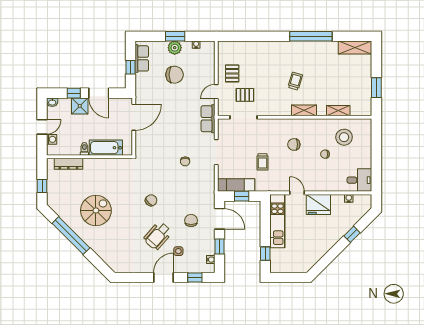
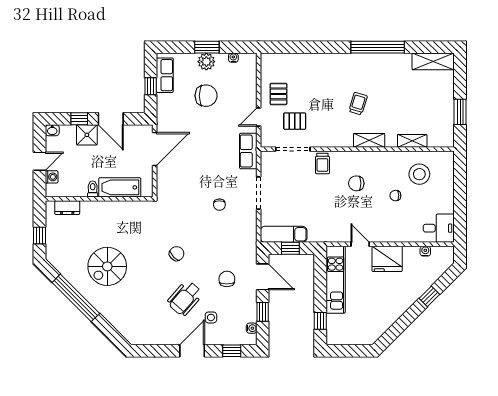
trolley: (263, 162) -> (322, 164), moved
dresser: (68, 164) -> (67, 208), width x0.70
spiral stairs: (96, 210) -> (107, 266), turned 180

